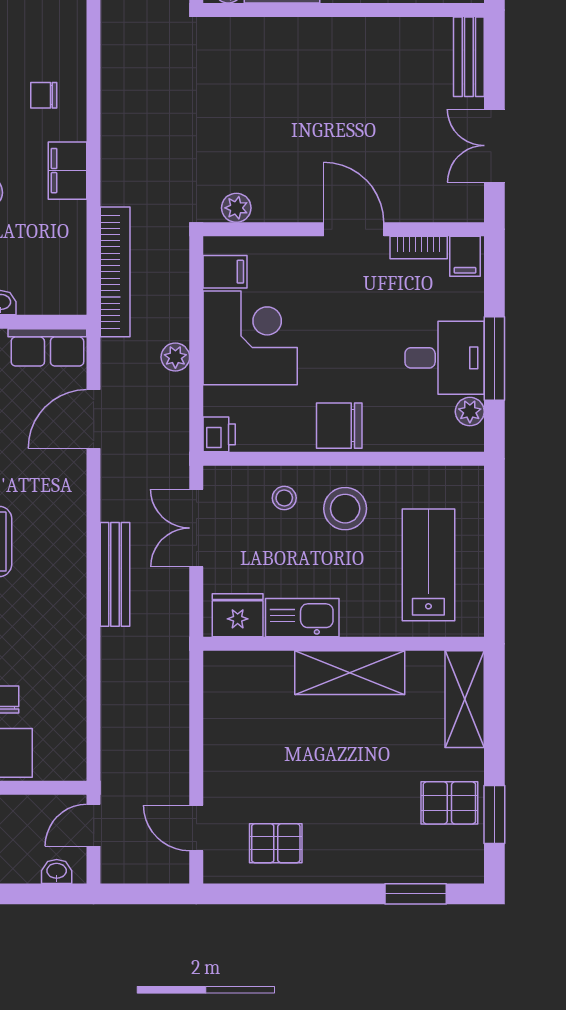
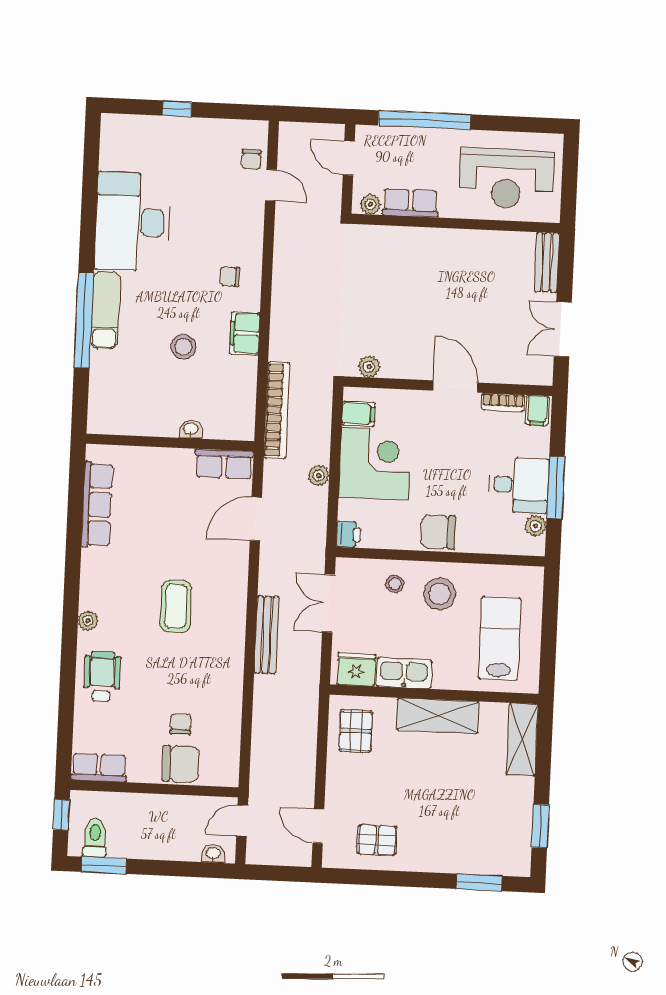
pallet: (449, 803) -> (356, 731), moved, turned 90

